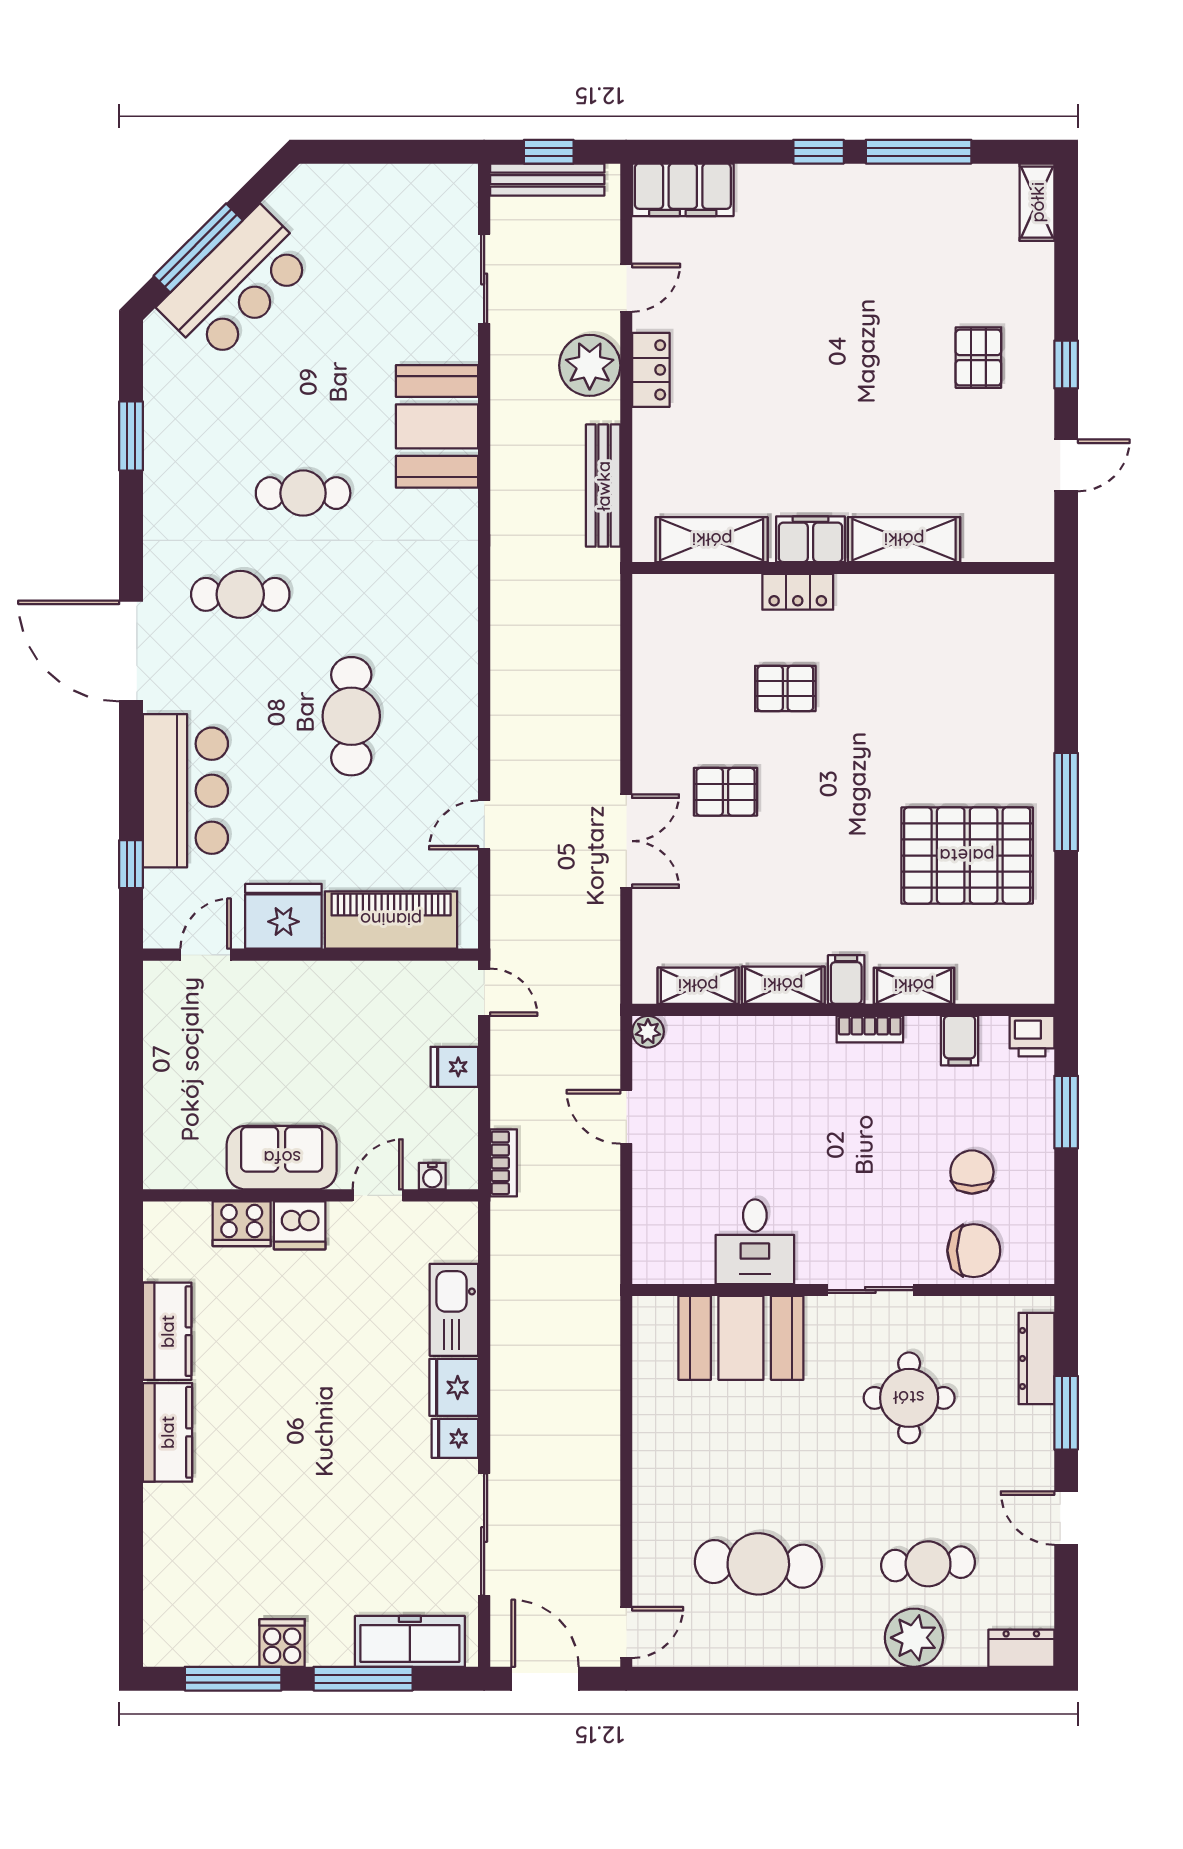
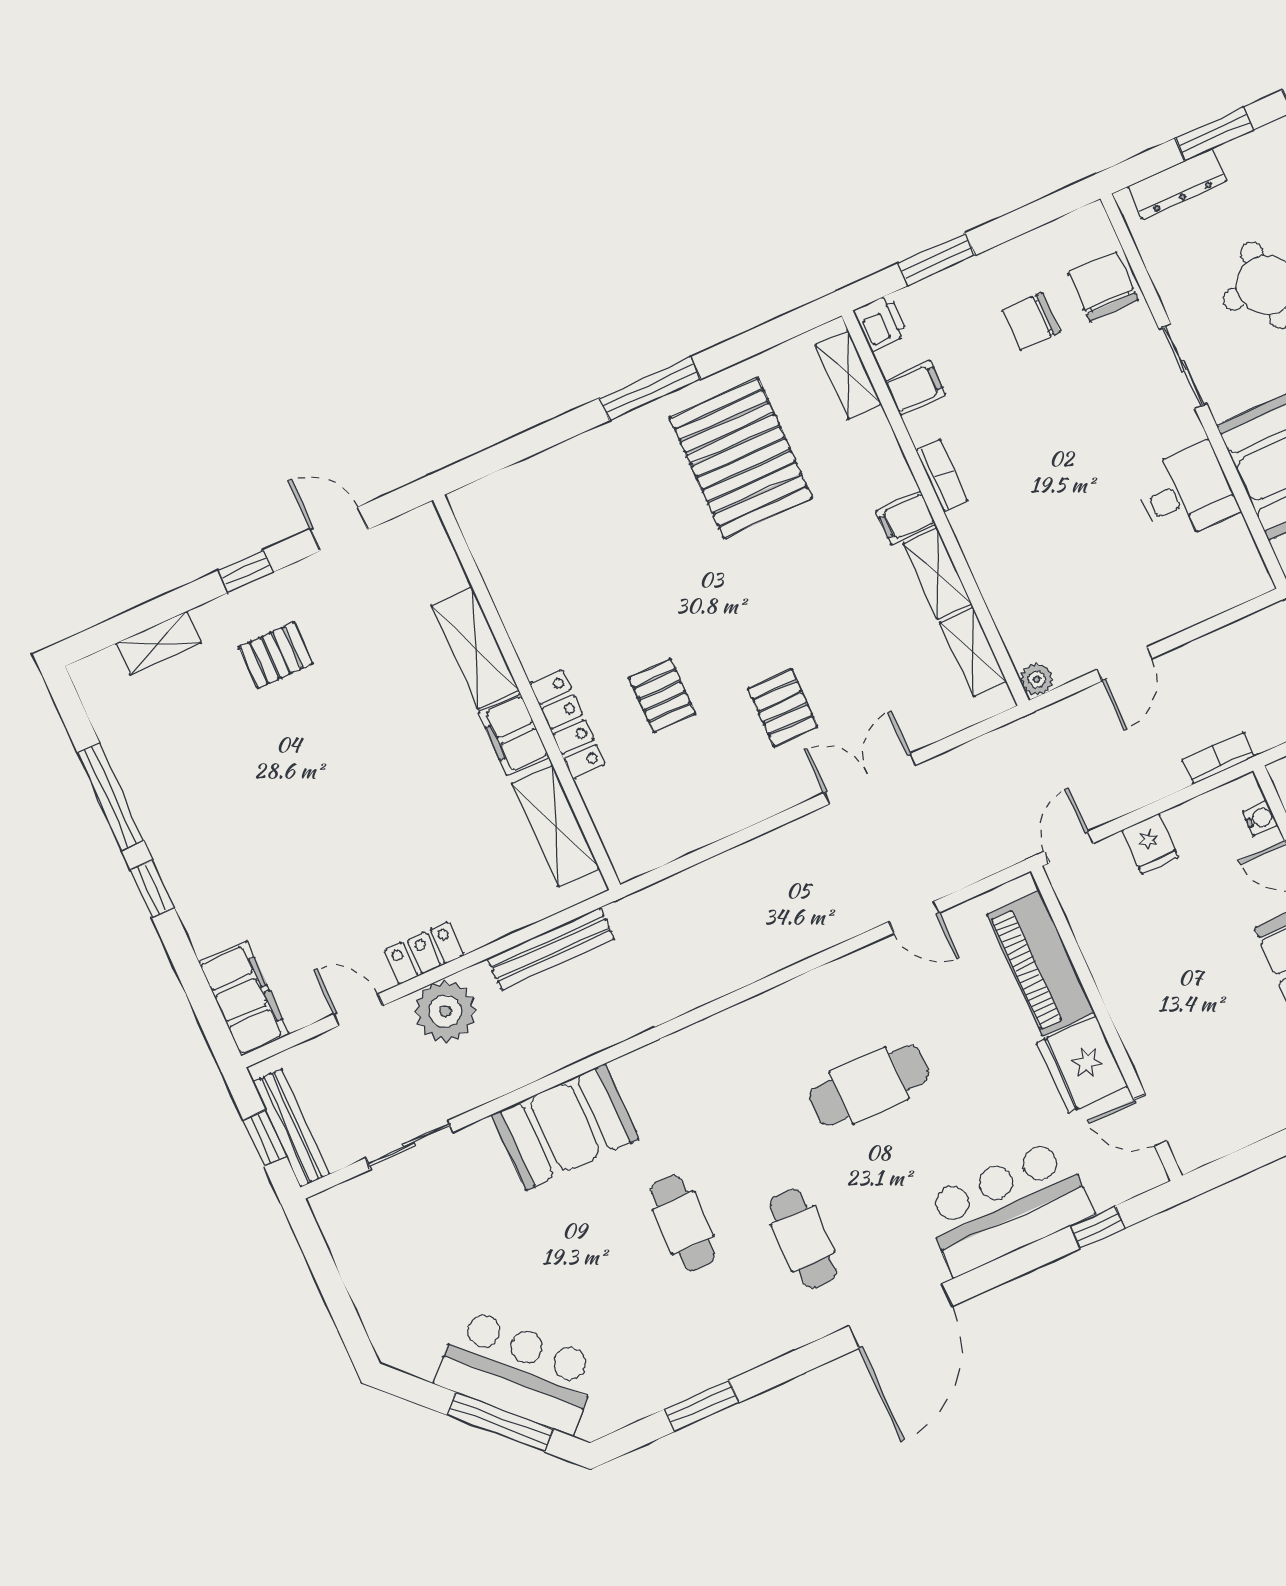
shelving: (1037, 202) -> (159, 643), moved
locker: (798, 592) -> (568, 724), width x1.53
shelving: (914, 986) -> (848, 375), moved

